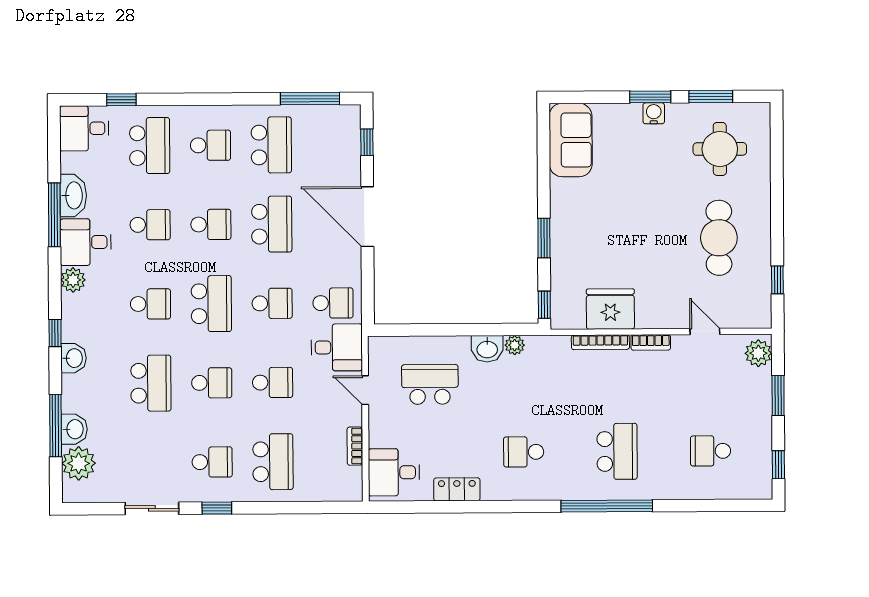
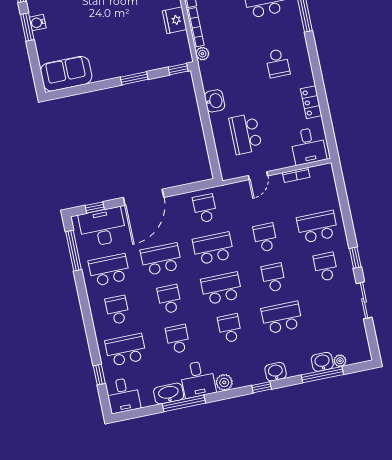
school desk: (272, 303) -> (213, 248), width x1.85
fridge: (610, 309) -> (175, 20), width x0.73, depth x0.75
plant: (515, 345) -> (202, 54), moved
desk: (337, 347) -> (102, 227), moved, width x1.37
plant: (79, 463) -> (340, 361), width x0.53, depth x0.53

